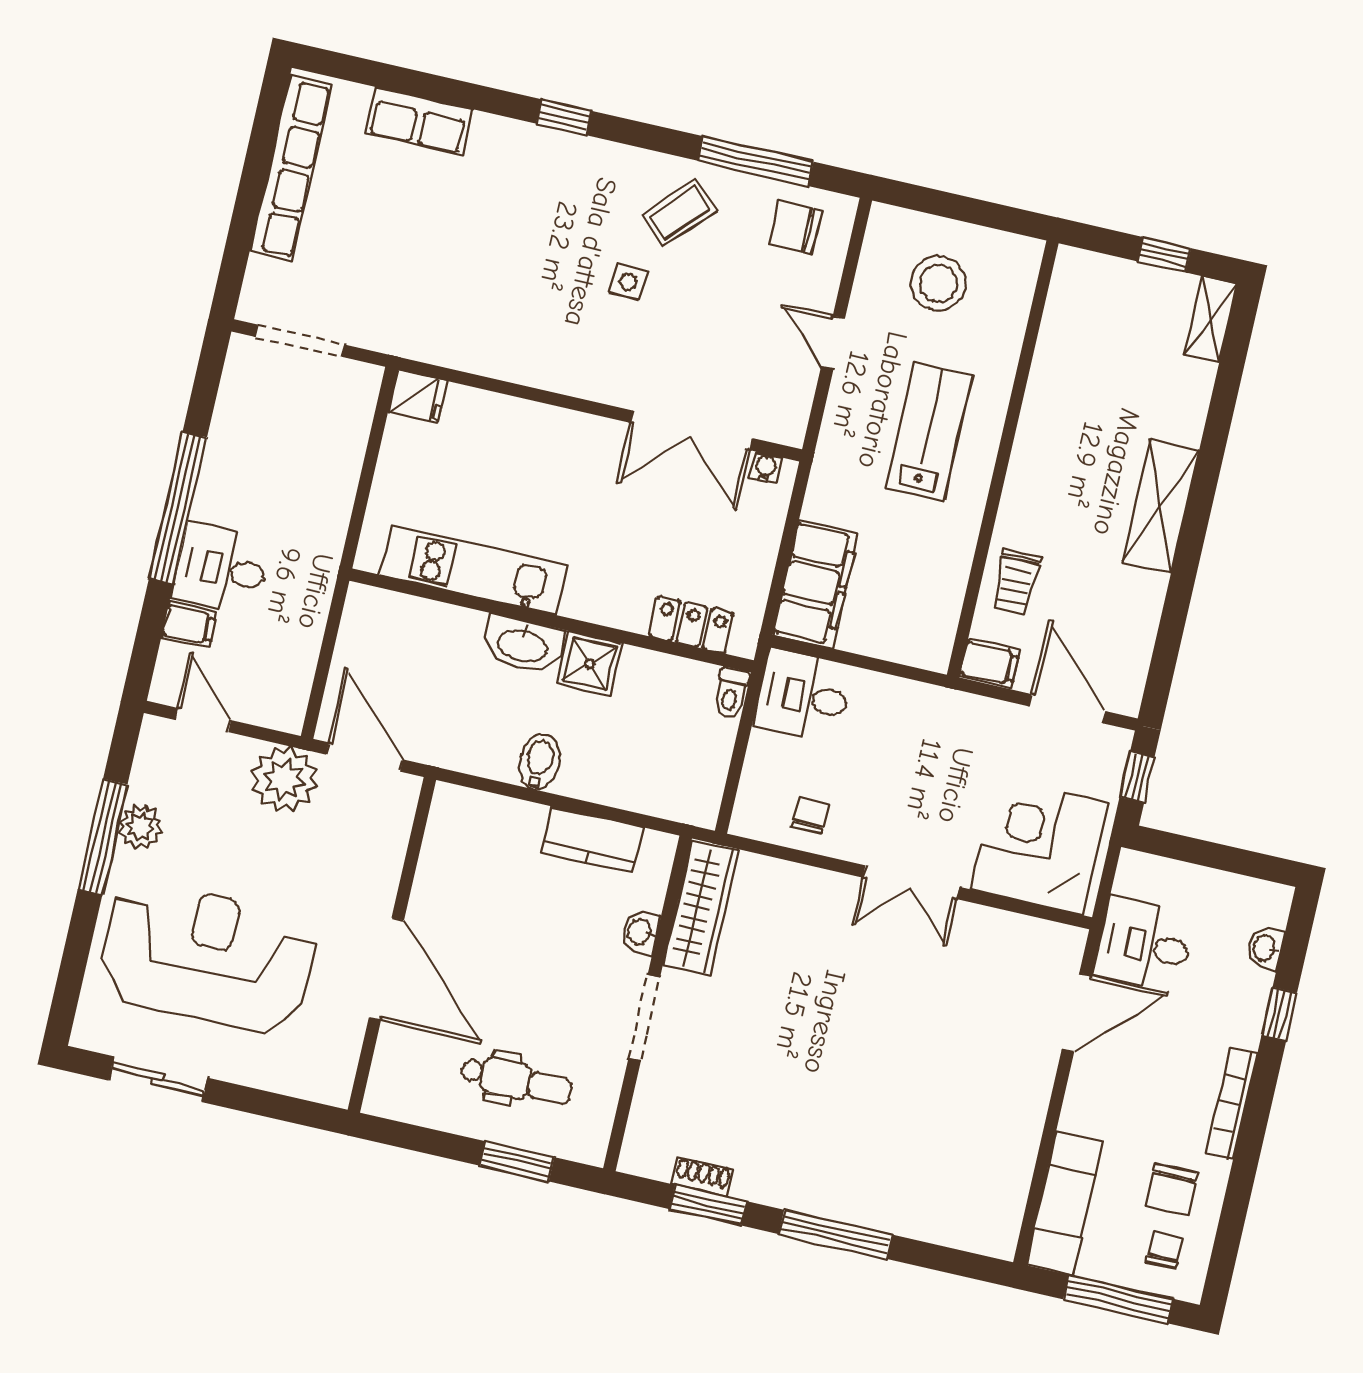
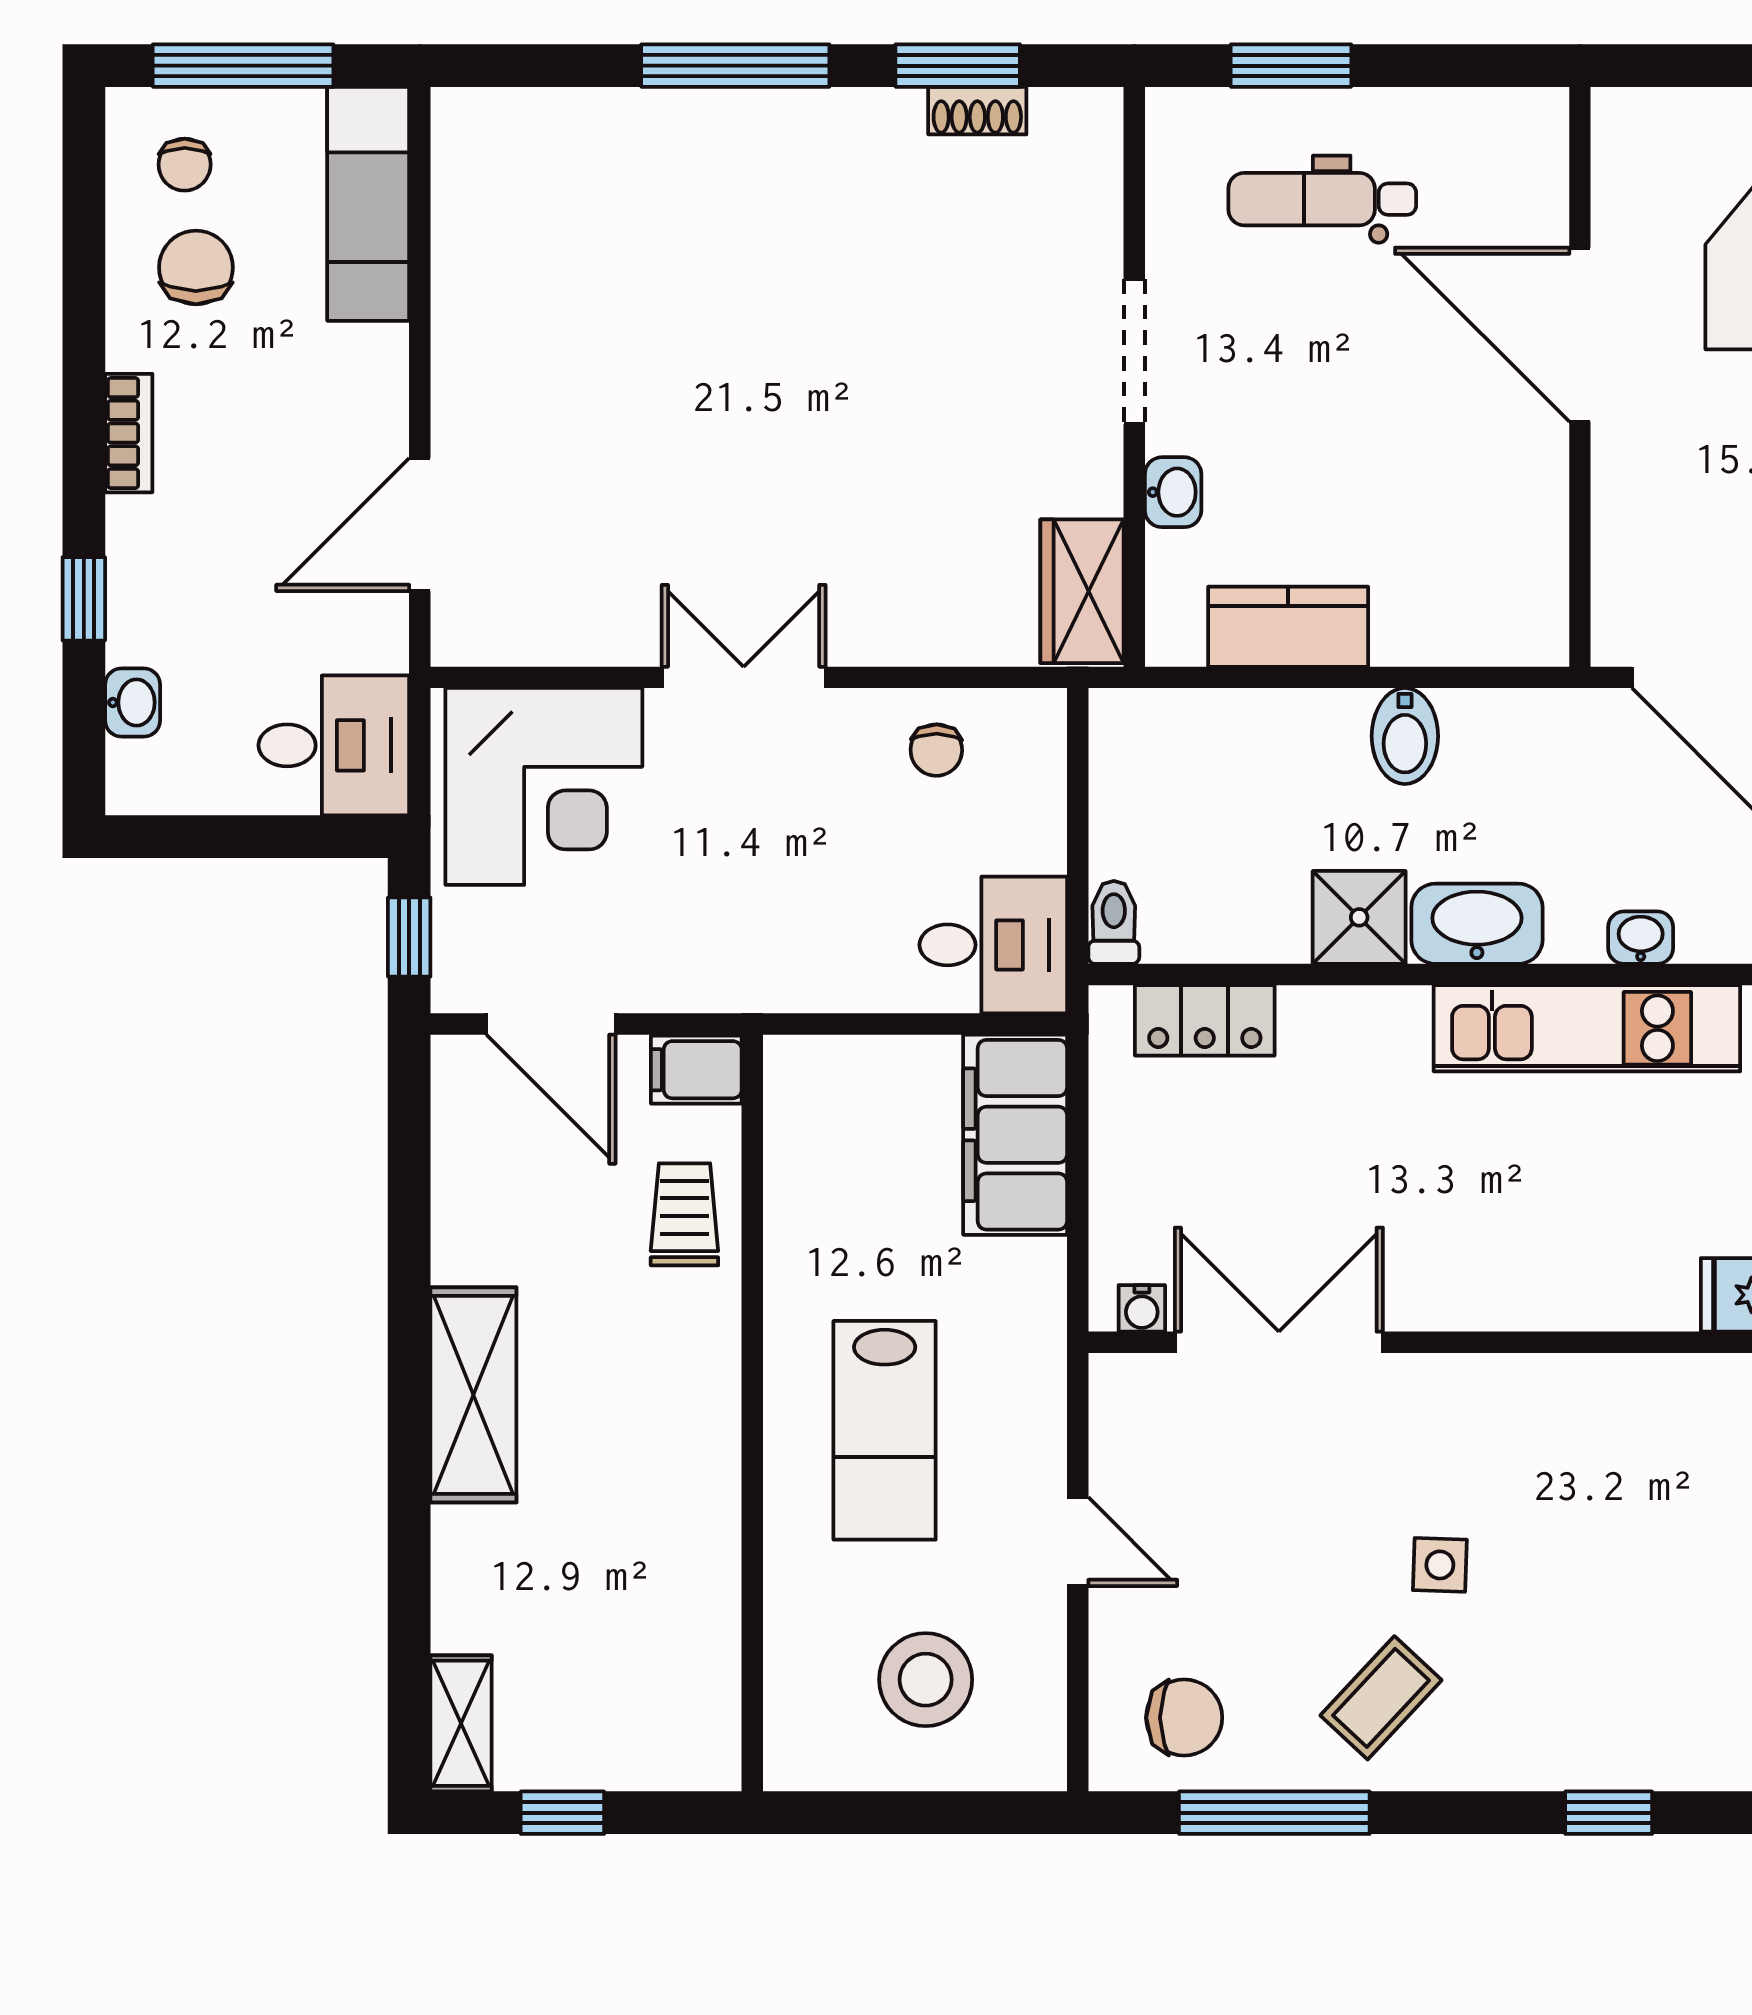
washbasin: (431, 615) -> (1641, 938), added
wardrobe: (701, 908) -> (1082, 591), width x0.67
desk: (1144, 945) -> (334, 745), moved
bookcase: (1232, 1103) -> (129, 433), width x0.64

